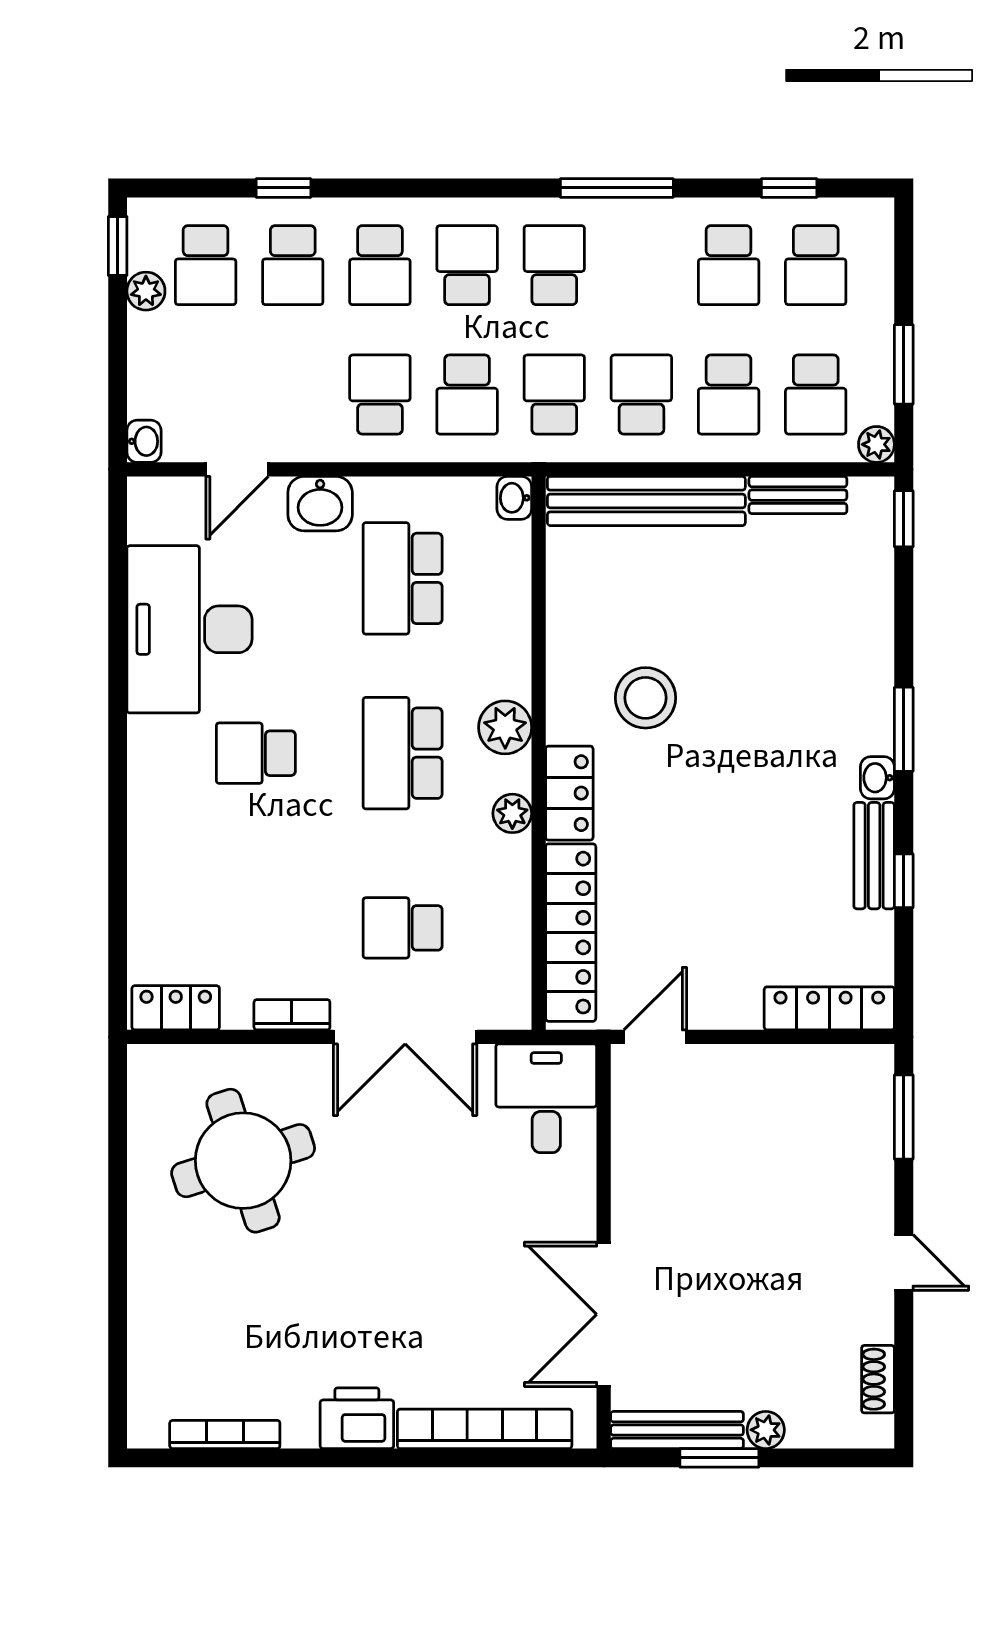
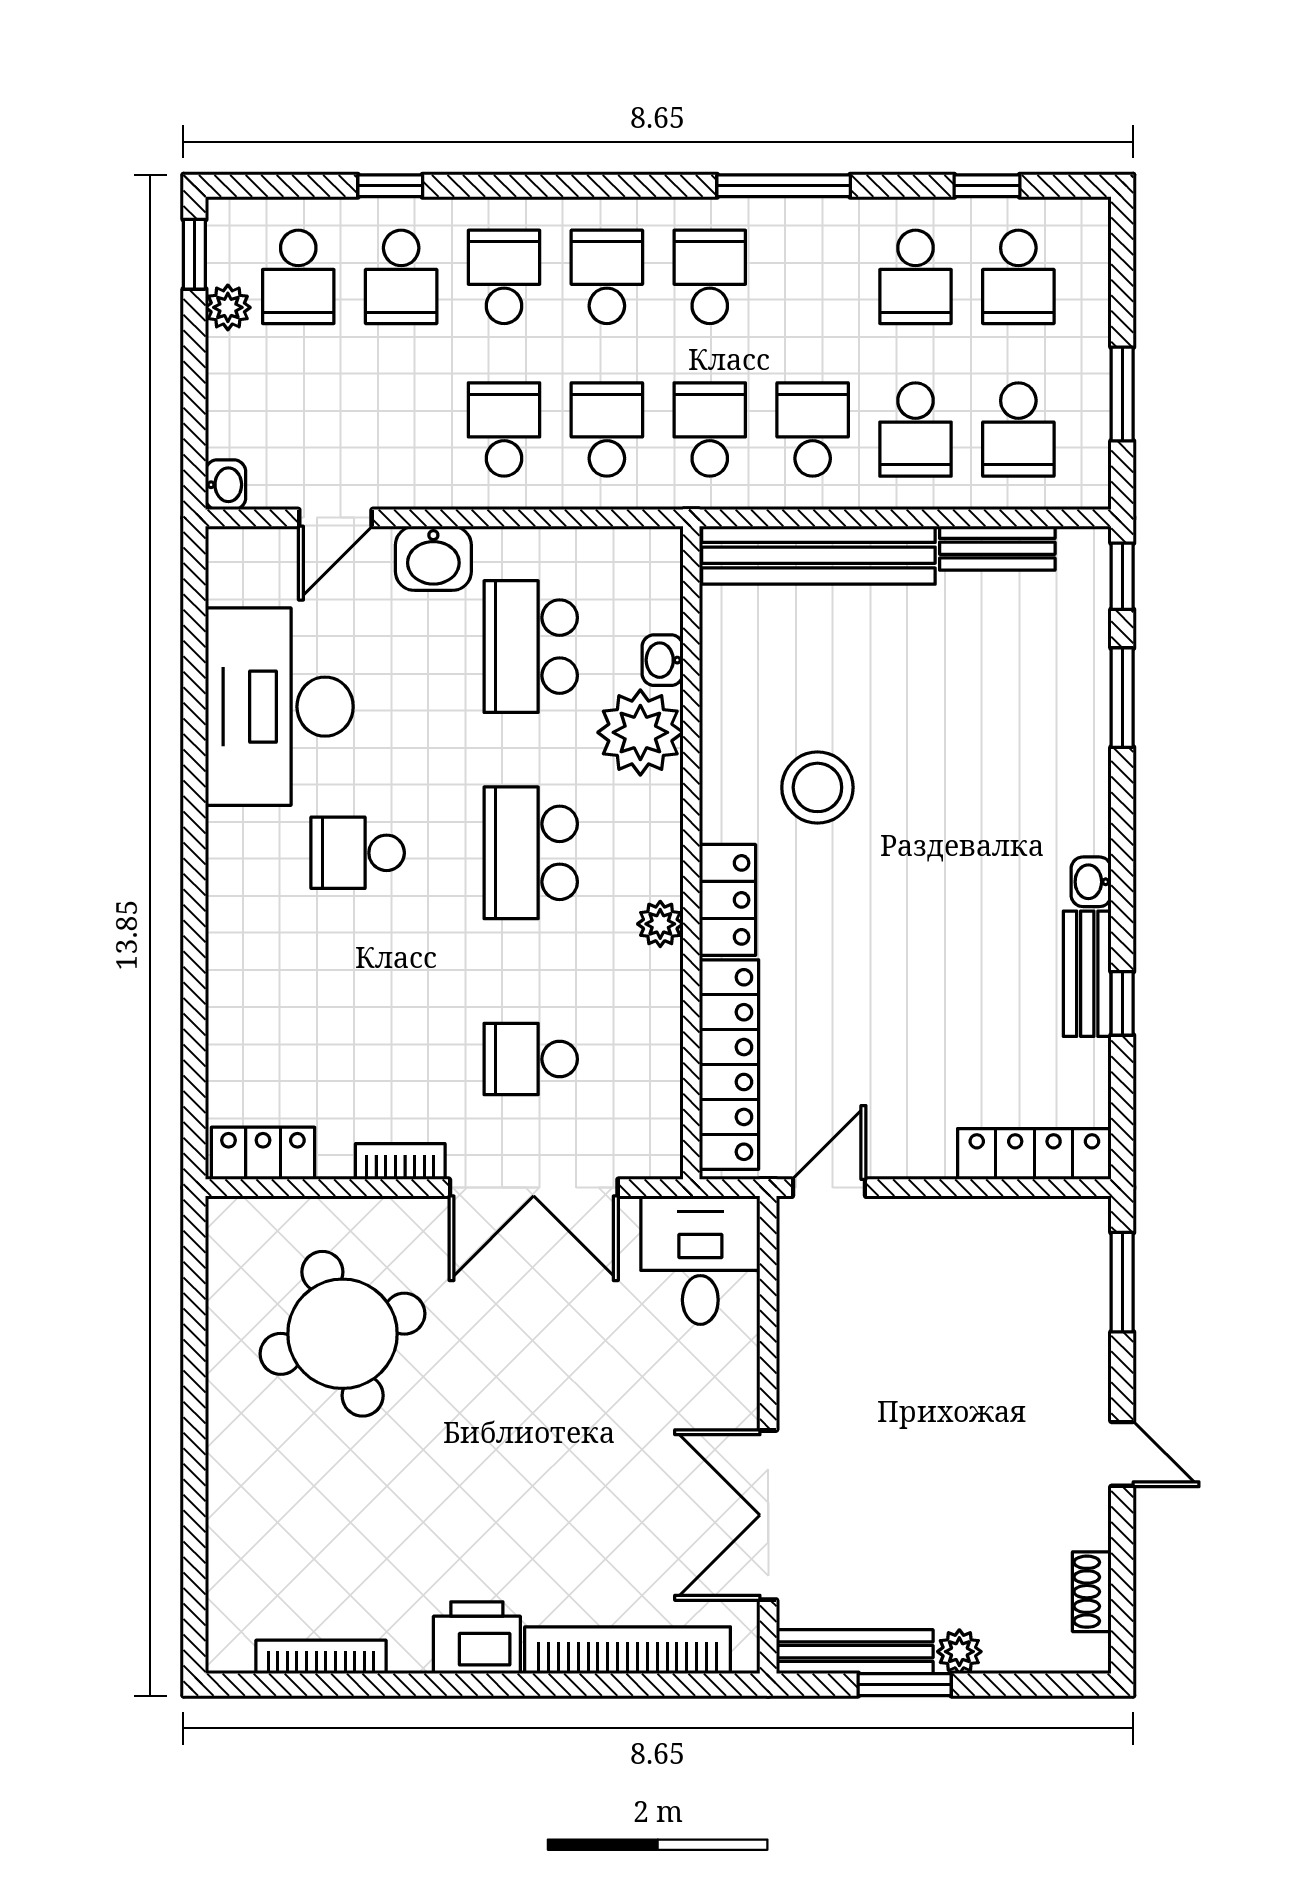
school desk: (380, 265) -> (504, 277), turned 180
school desk: (467, 395) -> (607, 430), turned 180
plant: (876, 444) -> (1090, 488), removed
washbasin: (514, 498) -> (663, 660), moved
plant: (505, 727) -> (640, 732), moved, width x1.36, depth x1.36
window: (904, 729) -> (1122, 698), moved

